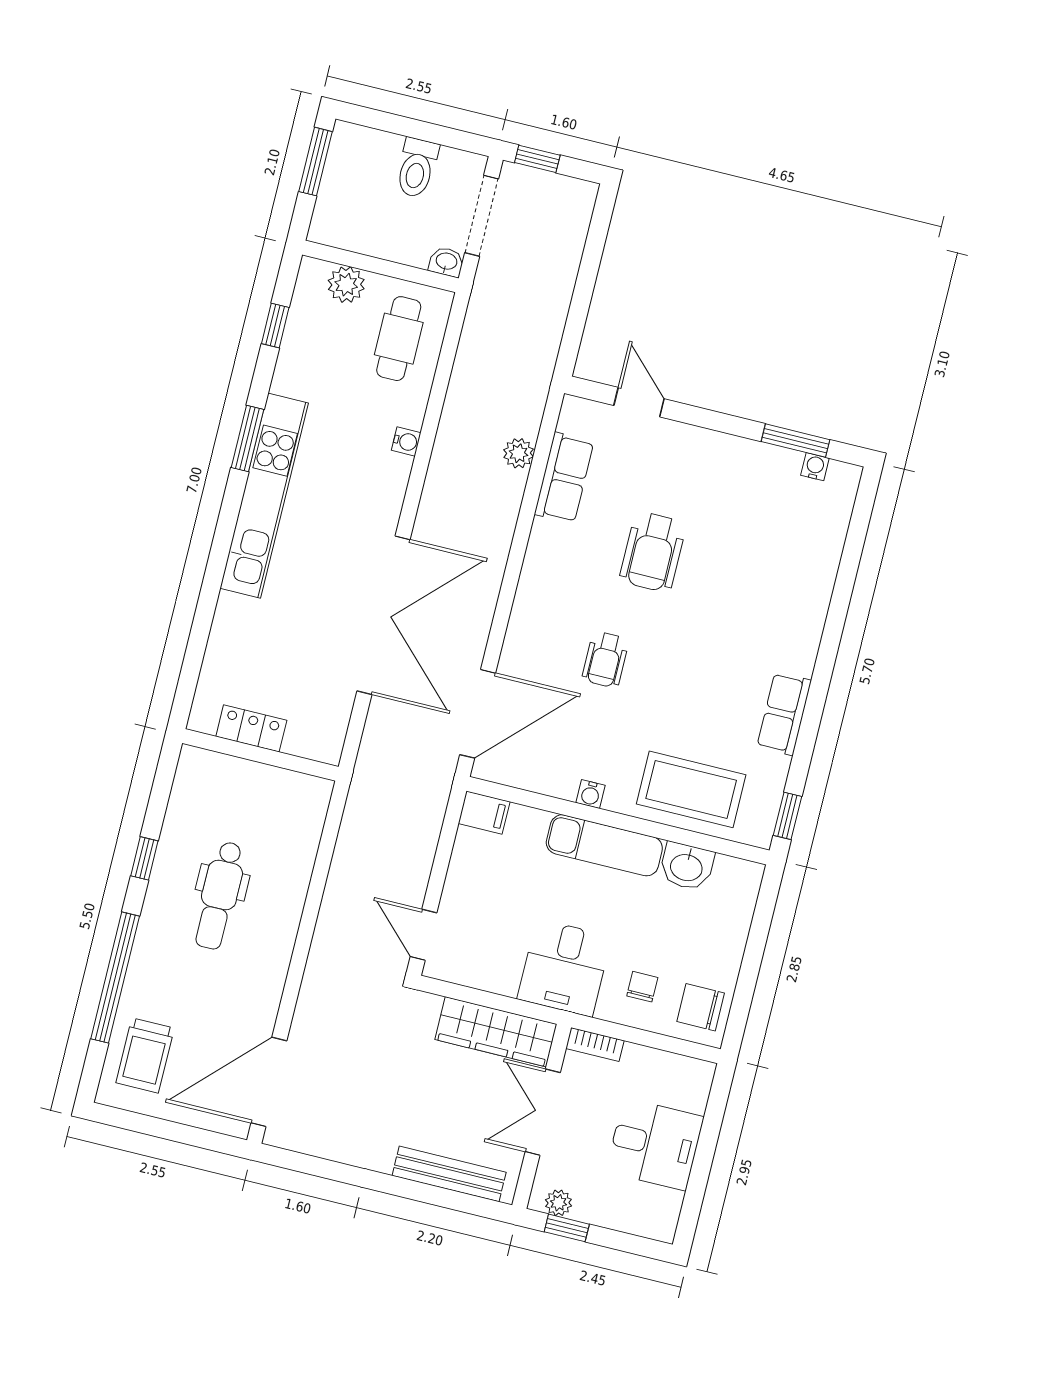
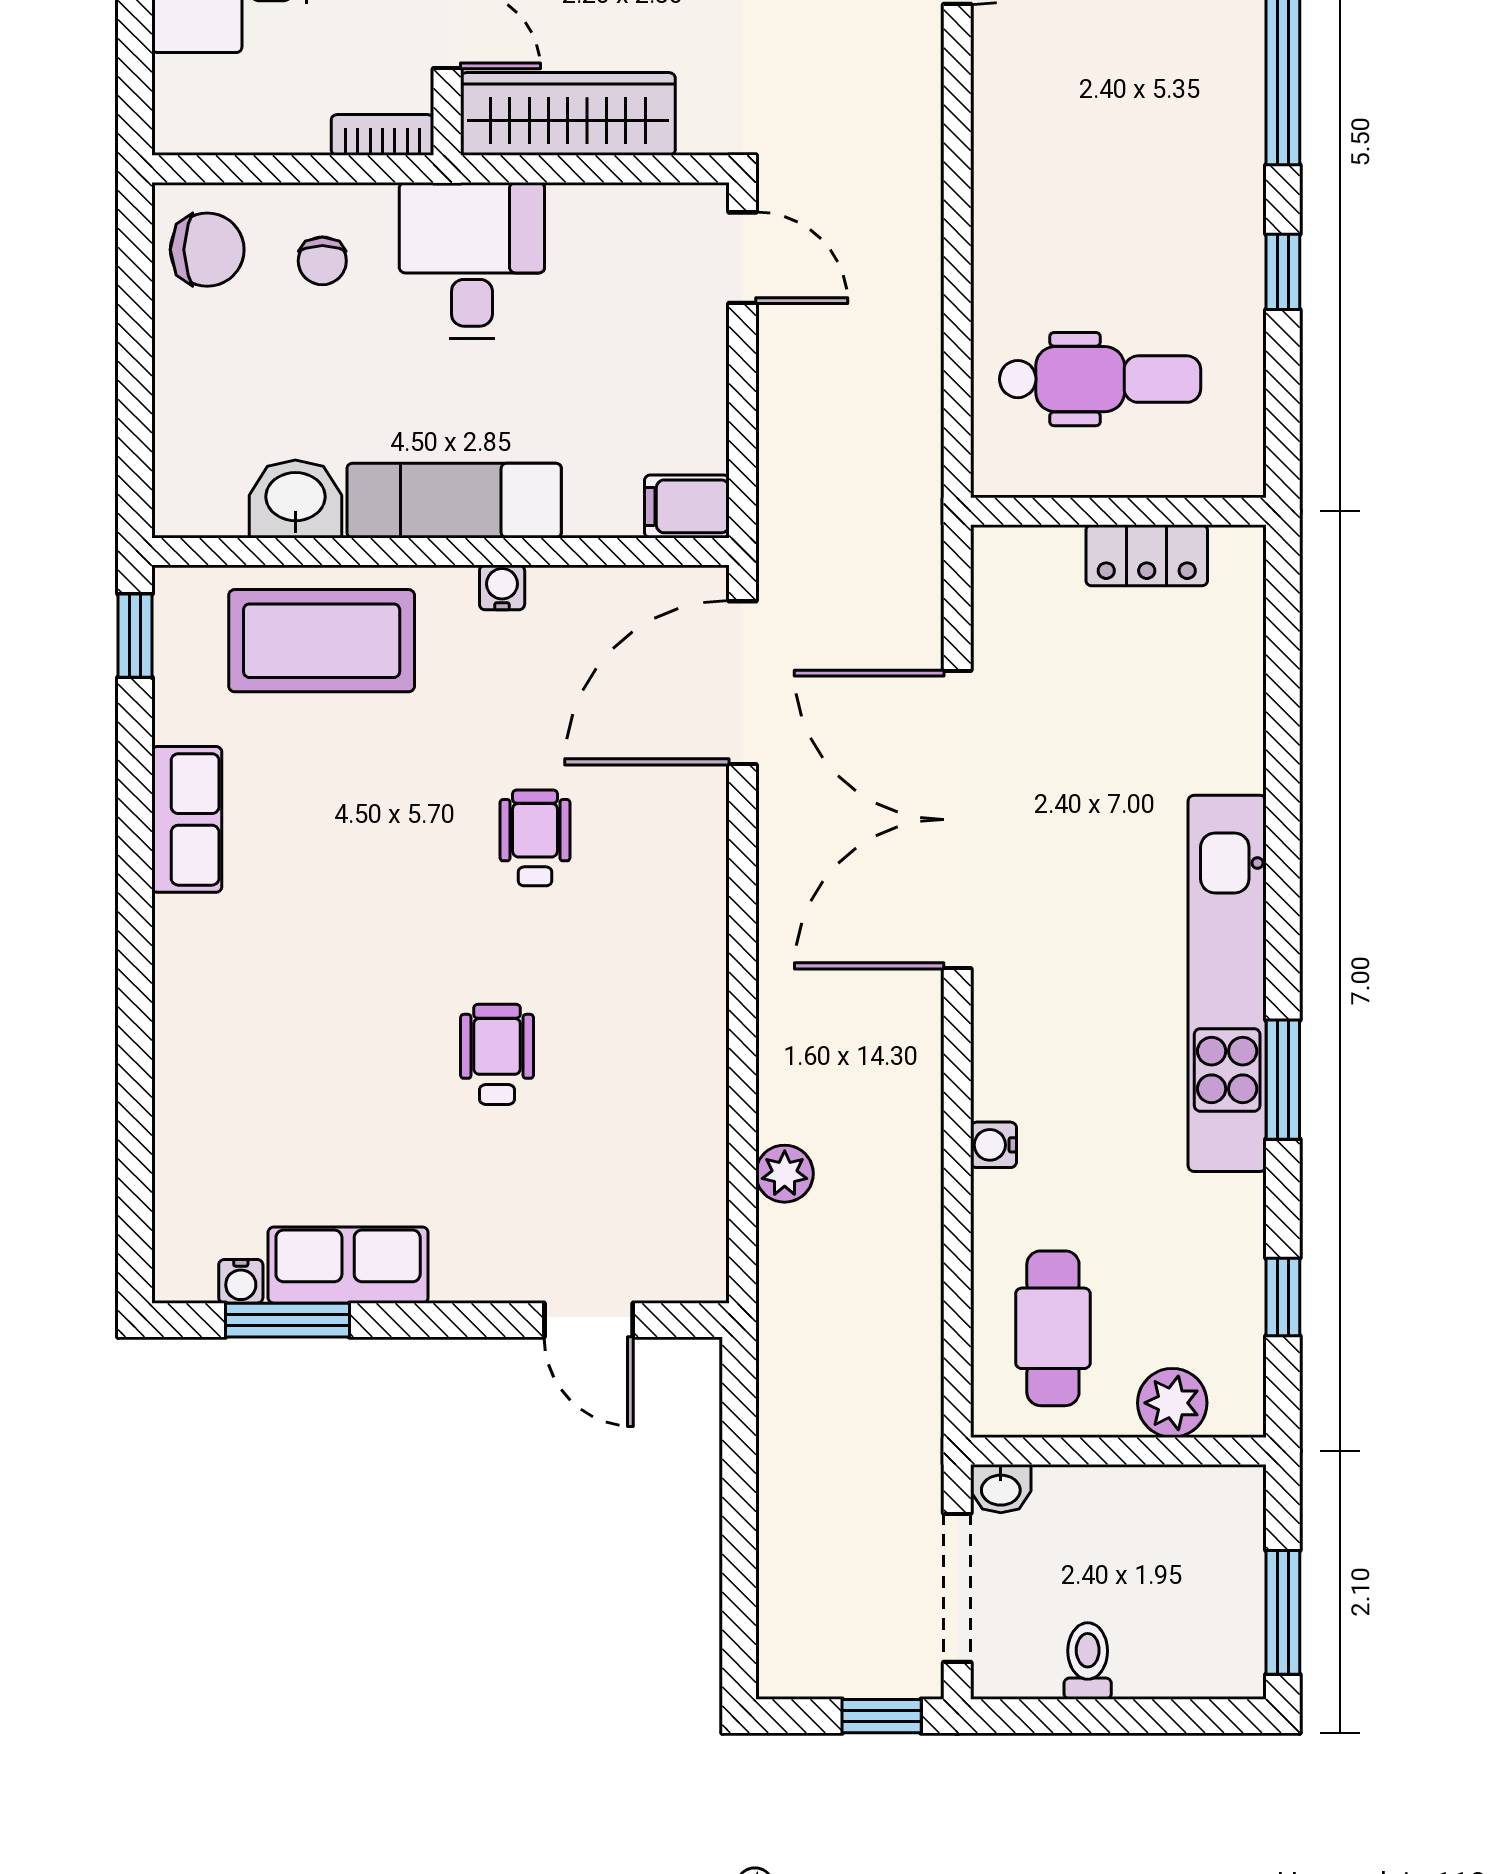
toilet: (417, 168) -> (1088, 1661), width x0.73, depth x0.72
row of seats: (564, 478) -> (348, 1265), moved, turned 90
wheelchair: (653, 552) -> (497, 1054), width x0.73, depth x0.73
dental chair: (219, 895) -> (1100, 379), moved, turned 90

